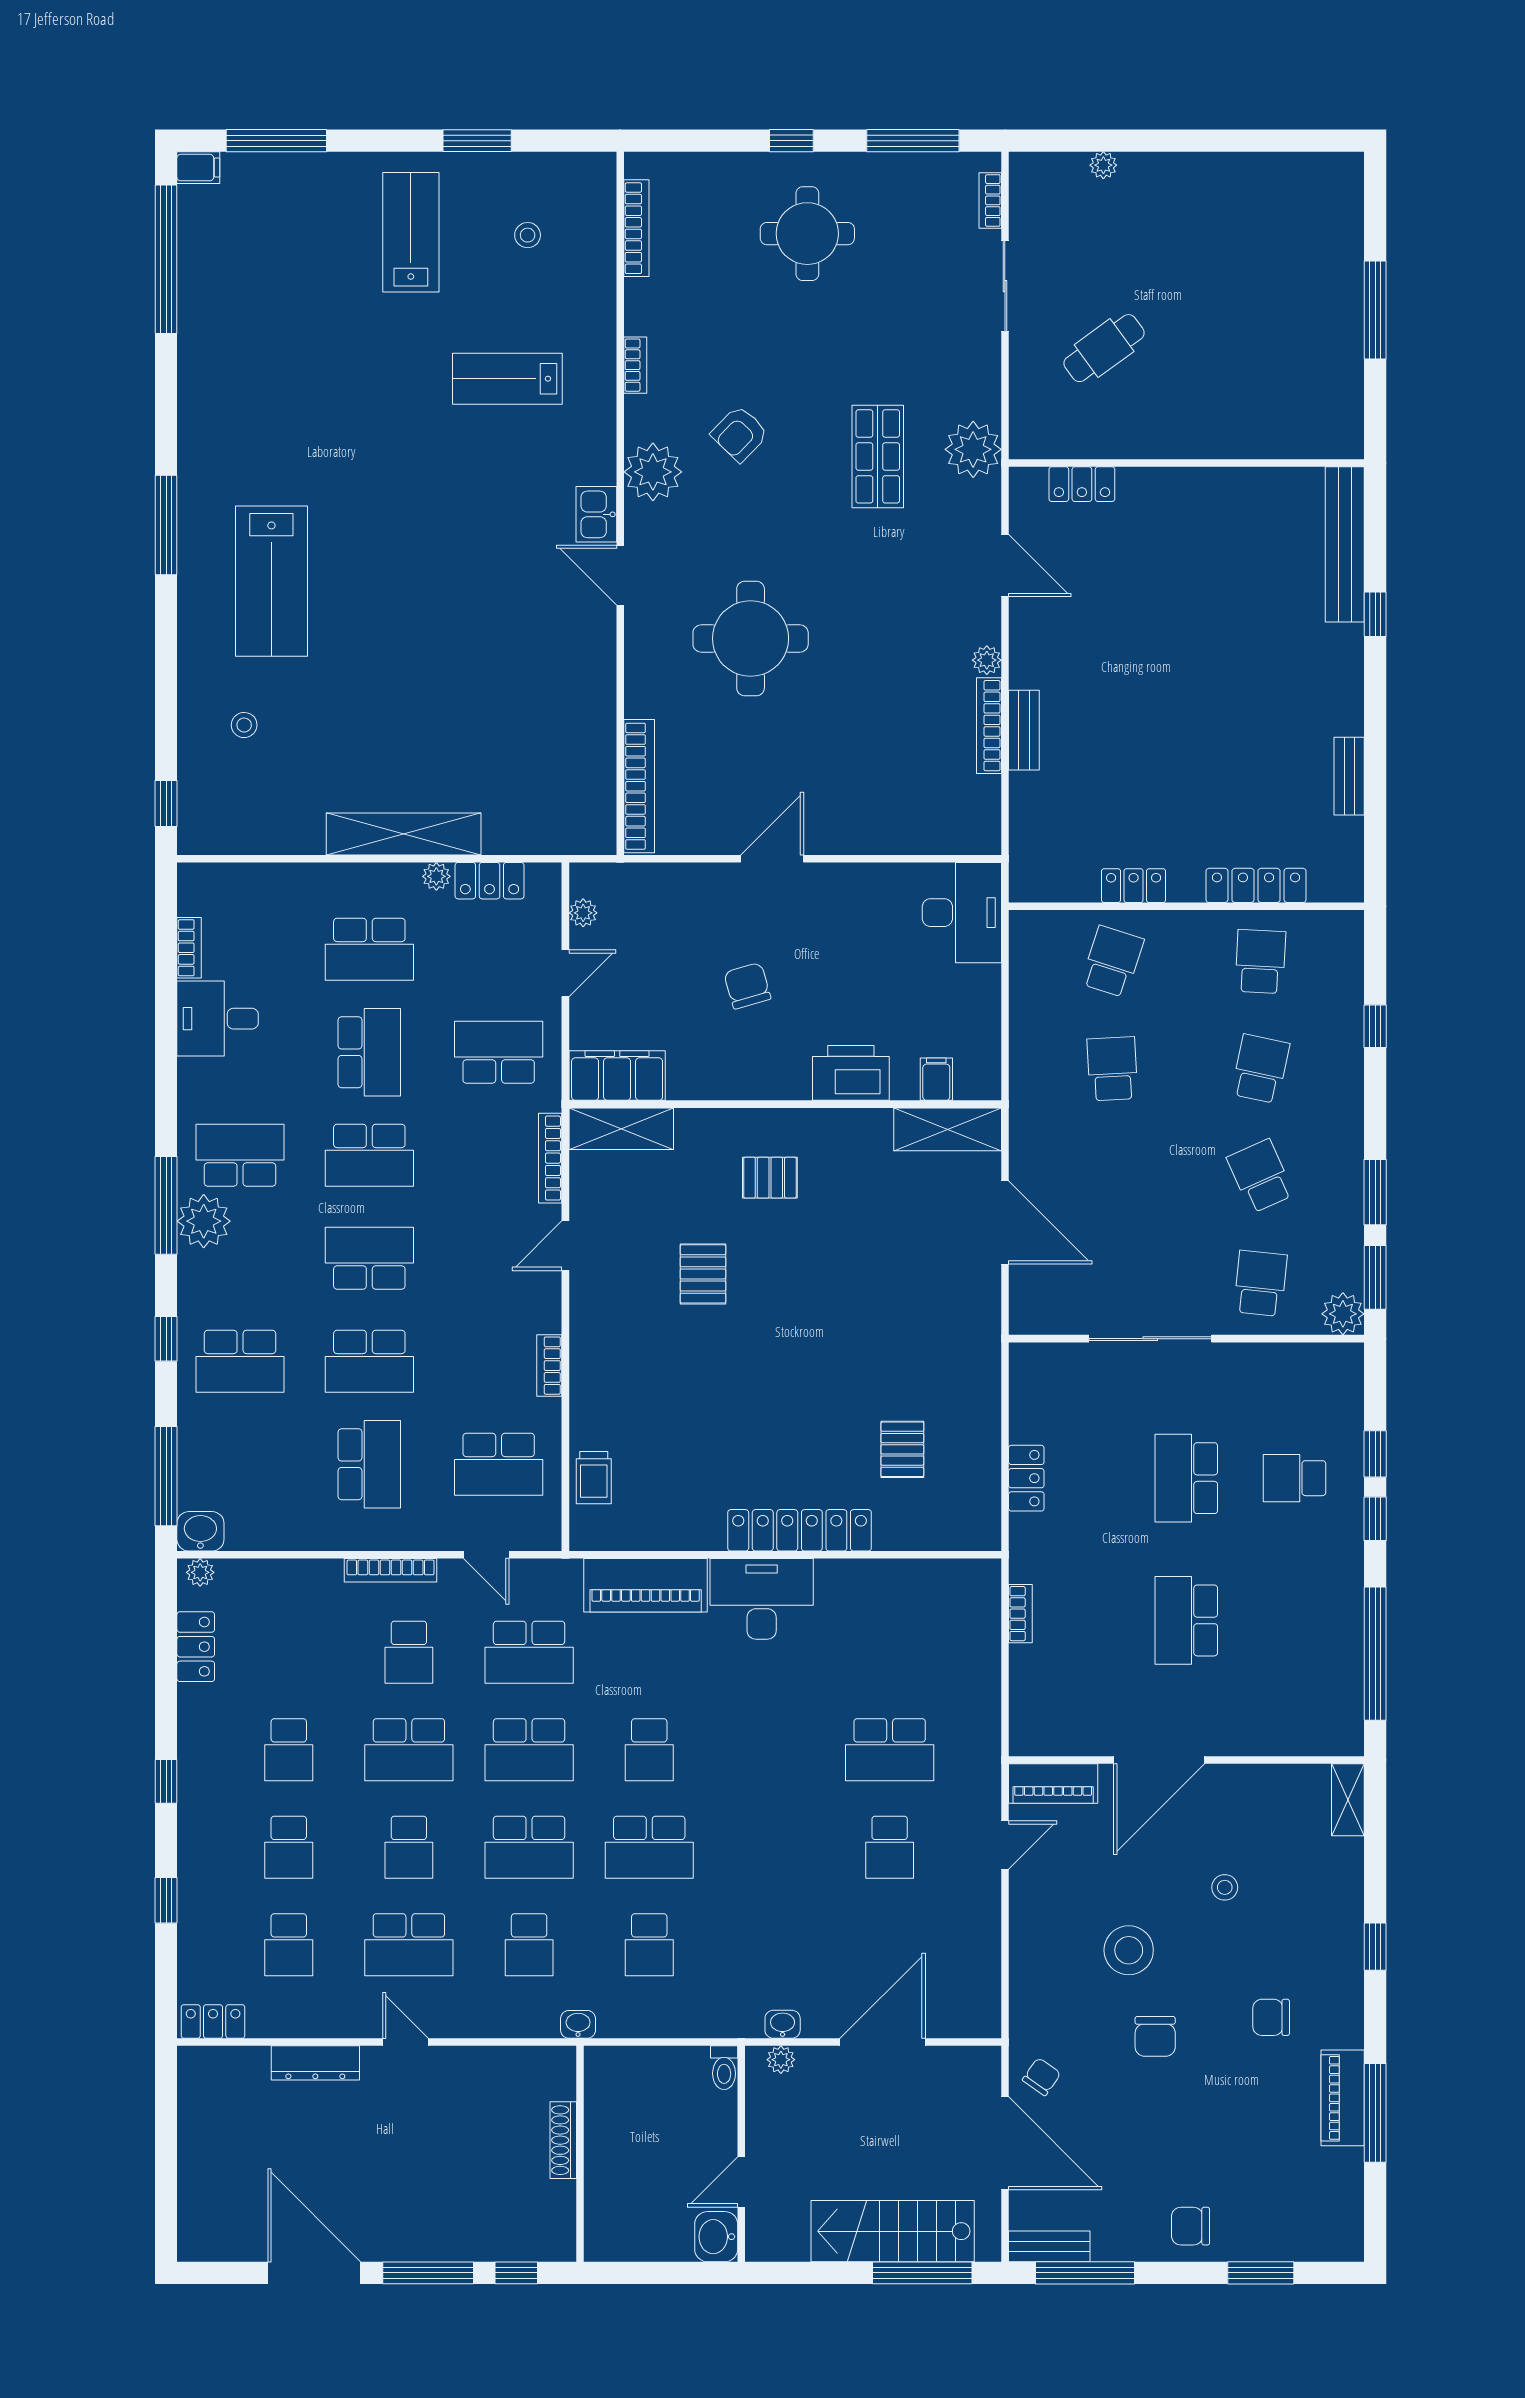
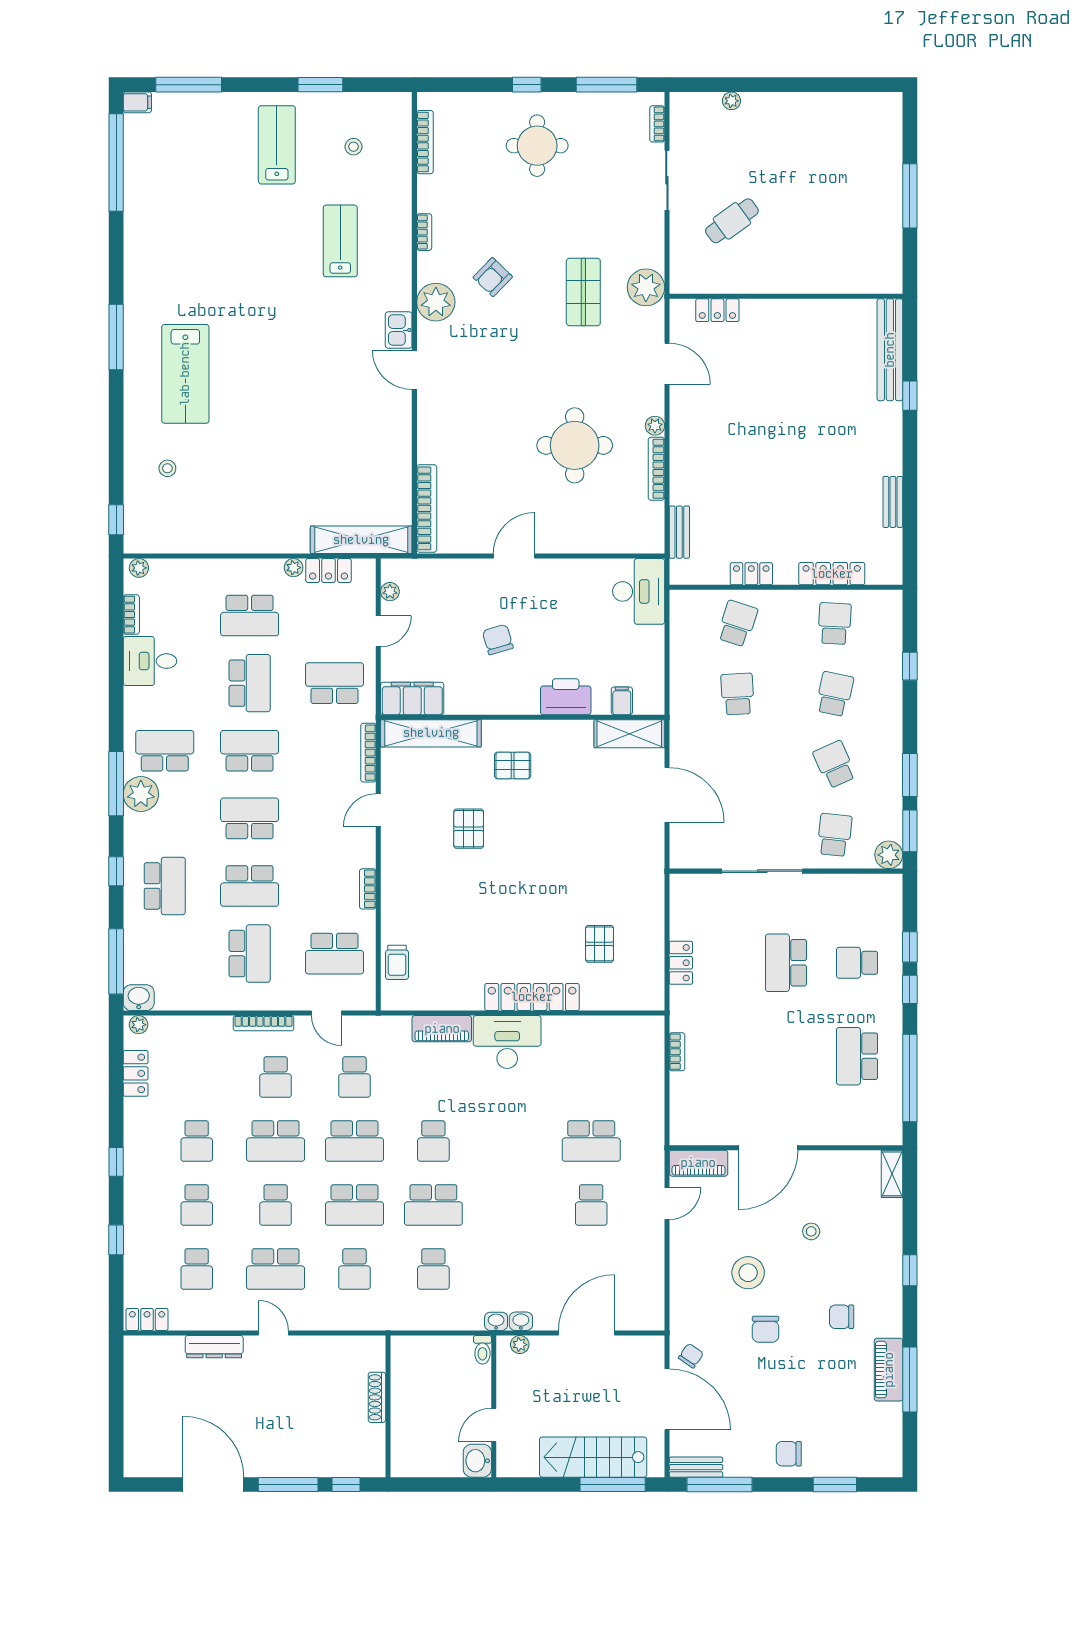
lab bench: (507, 379) -> (340, 241), turned 90
round table: (751, 638) -> (575, 445), moved
bench: (1024, 730) -> (679, 532), moved
shelving: (404, 834) -> (361, 540), moved
plant: (201, 877) -> (139, 568), added
shelving: (621, 1129) -> (431, 733), width x1.47
school desk: (369, 1155) -> (250, 751), turned 180
school desk: (240, 1361) -> (165, 886), turned -90
piano: (646, 1585) -> (442, 1029), width x0.73, depth x0.75
school desk: (1186, 1620) -> (857, 1056), moved
school desk: (529, 1652) -> (354, 1077), width x0.54
washbasin: (578, 2024) -> (496, 1321), moved

